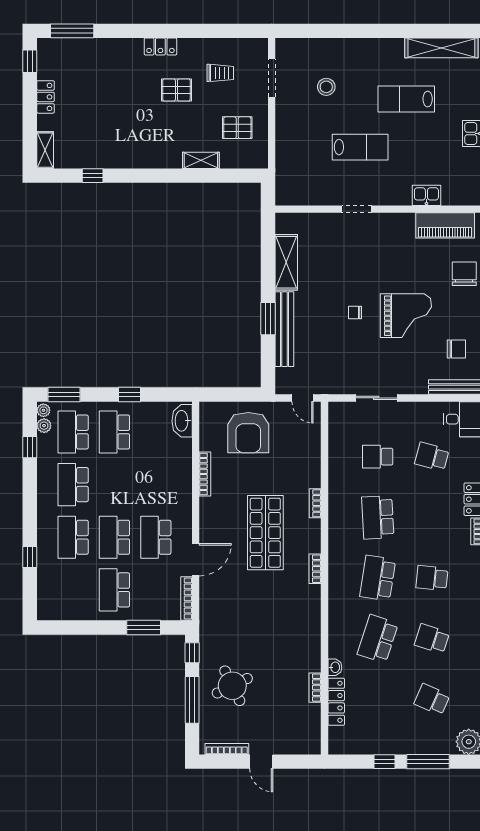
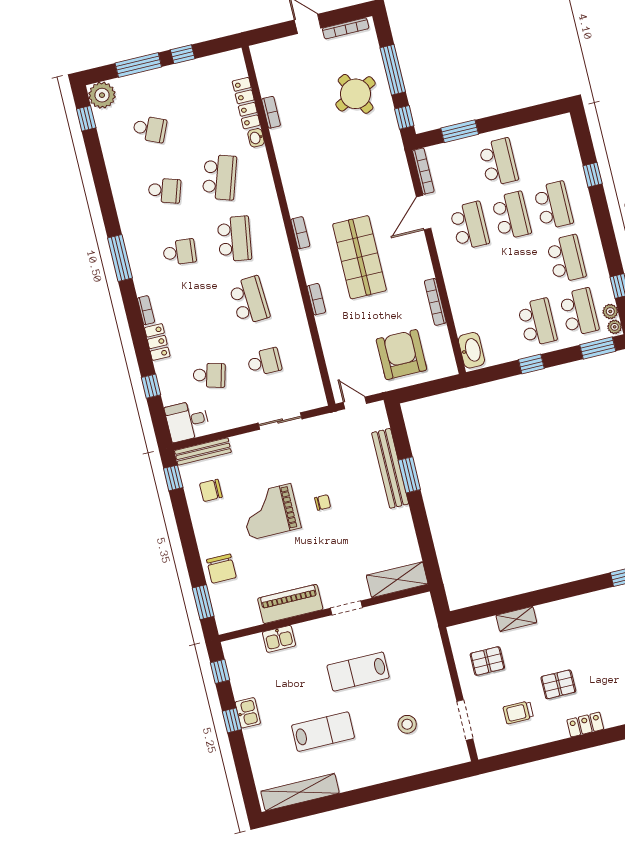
piano: (445, 225) -> (290, 604), moved
shelving: (286, 262) -> (397, 580), moved, turned 90

